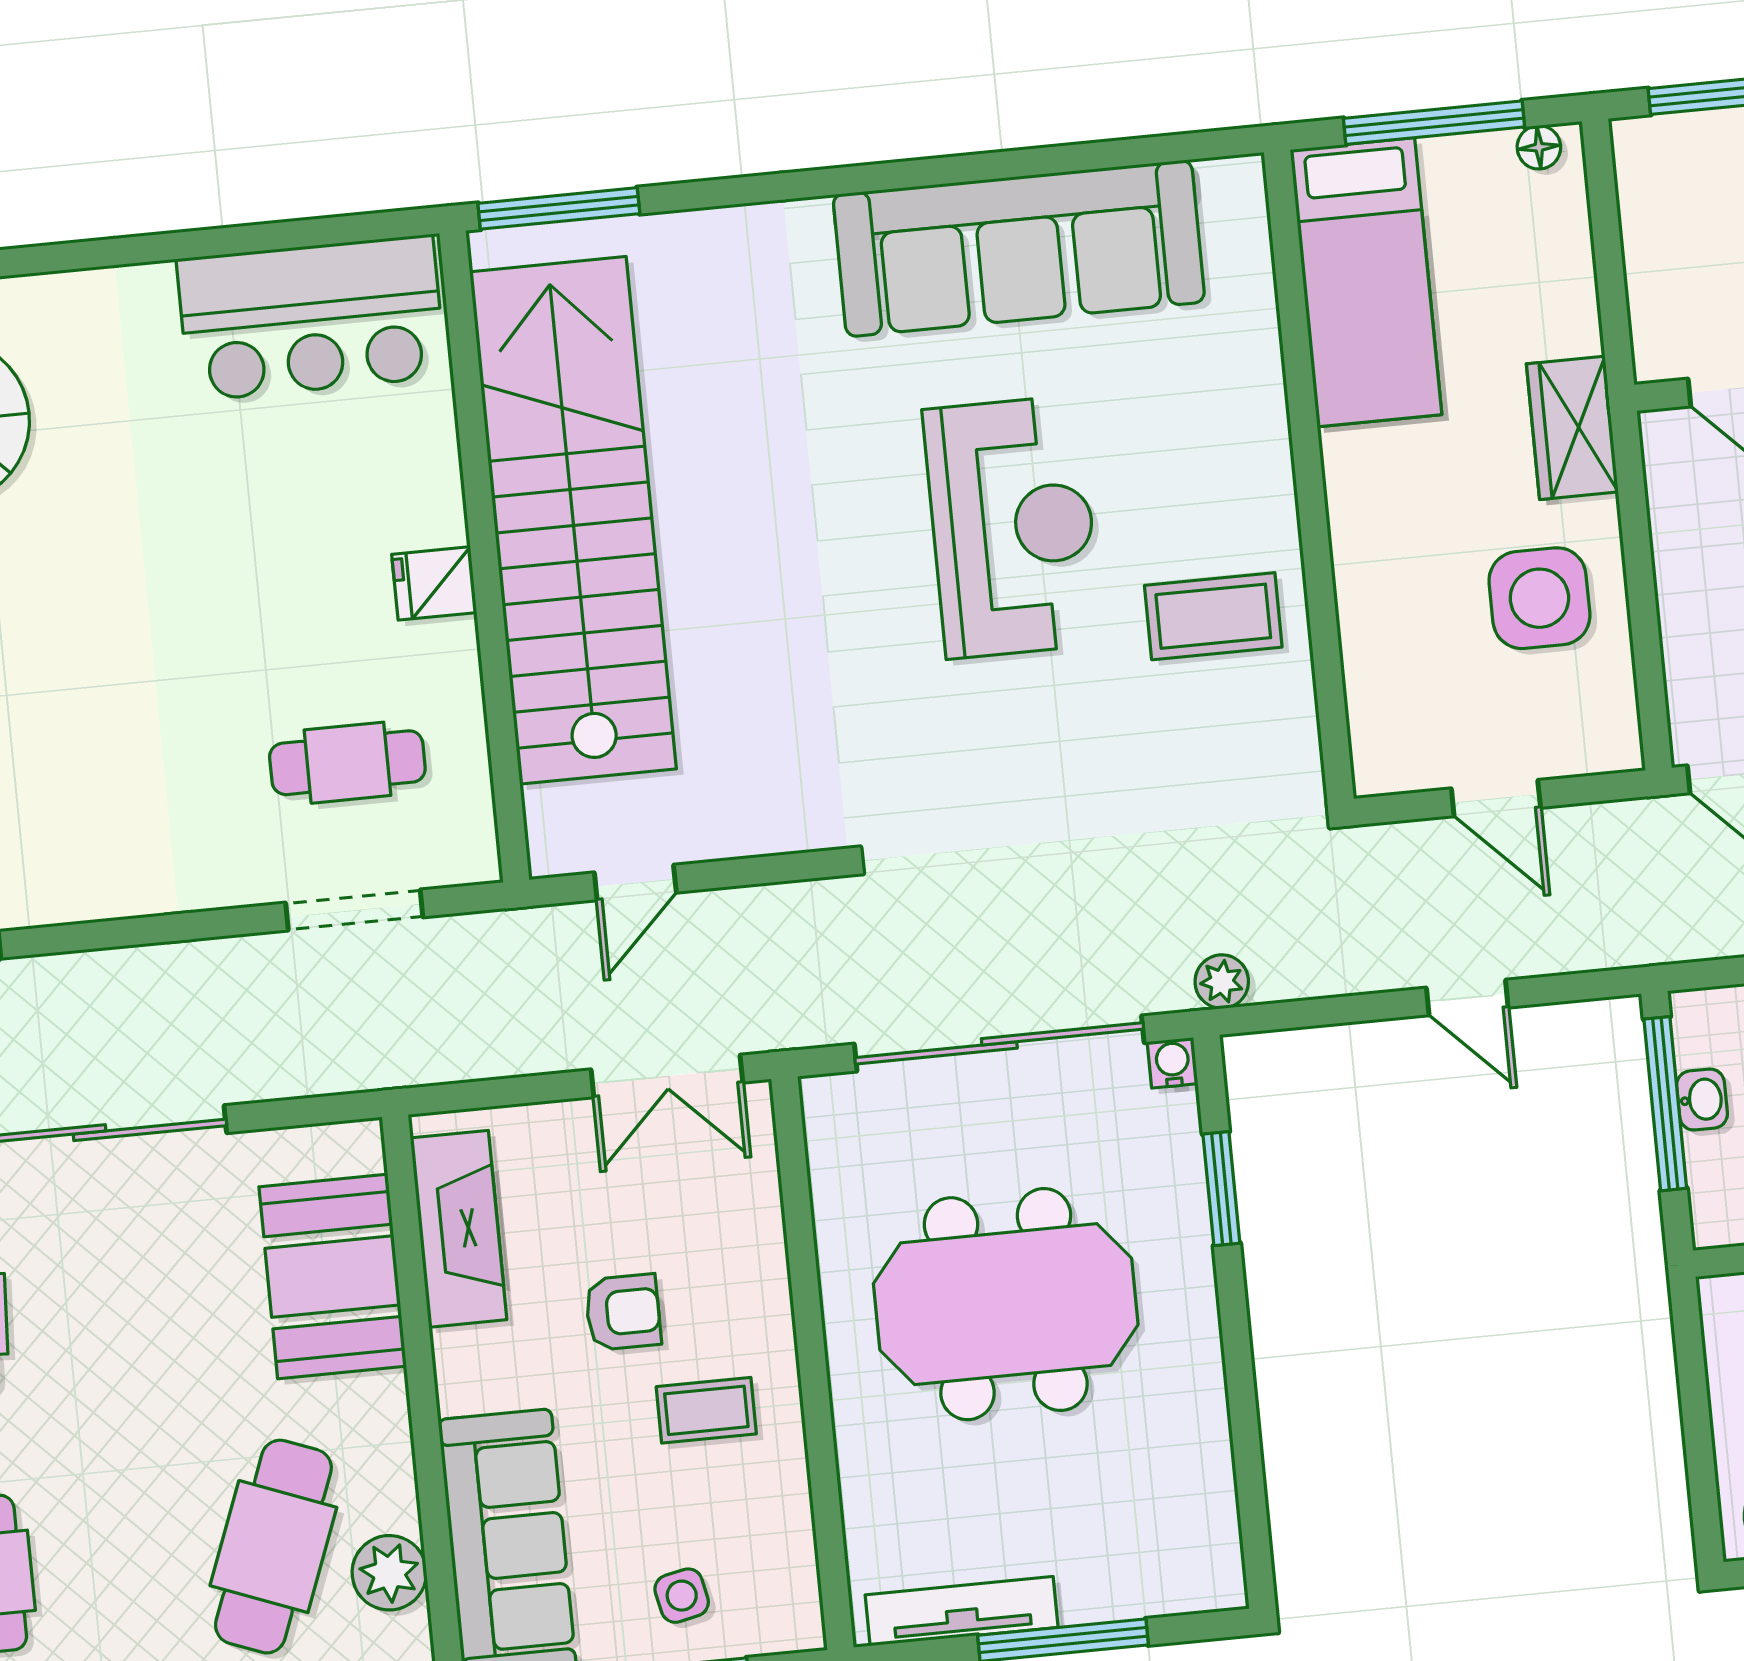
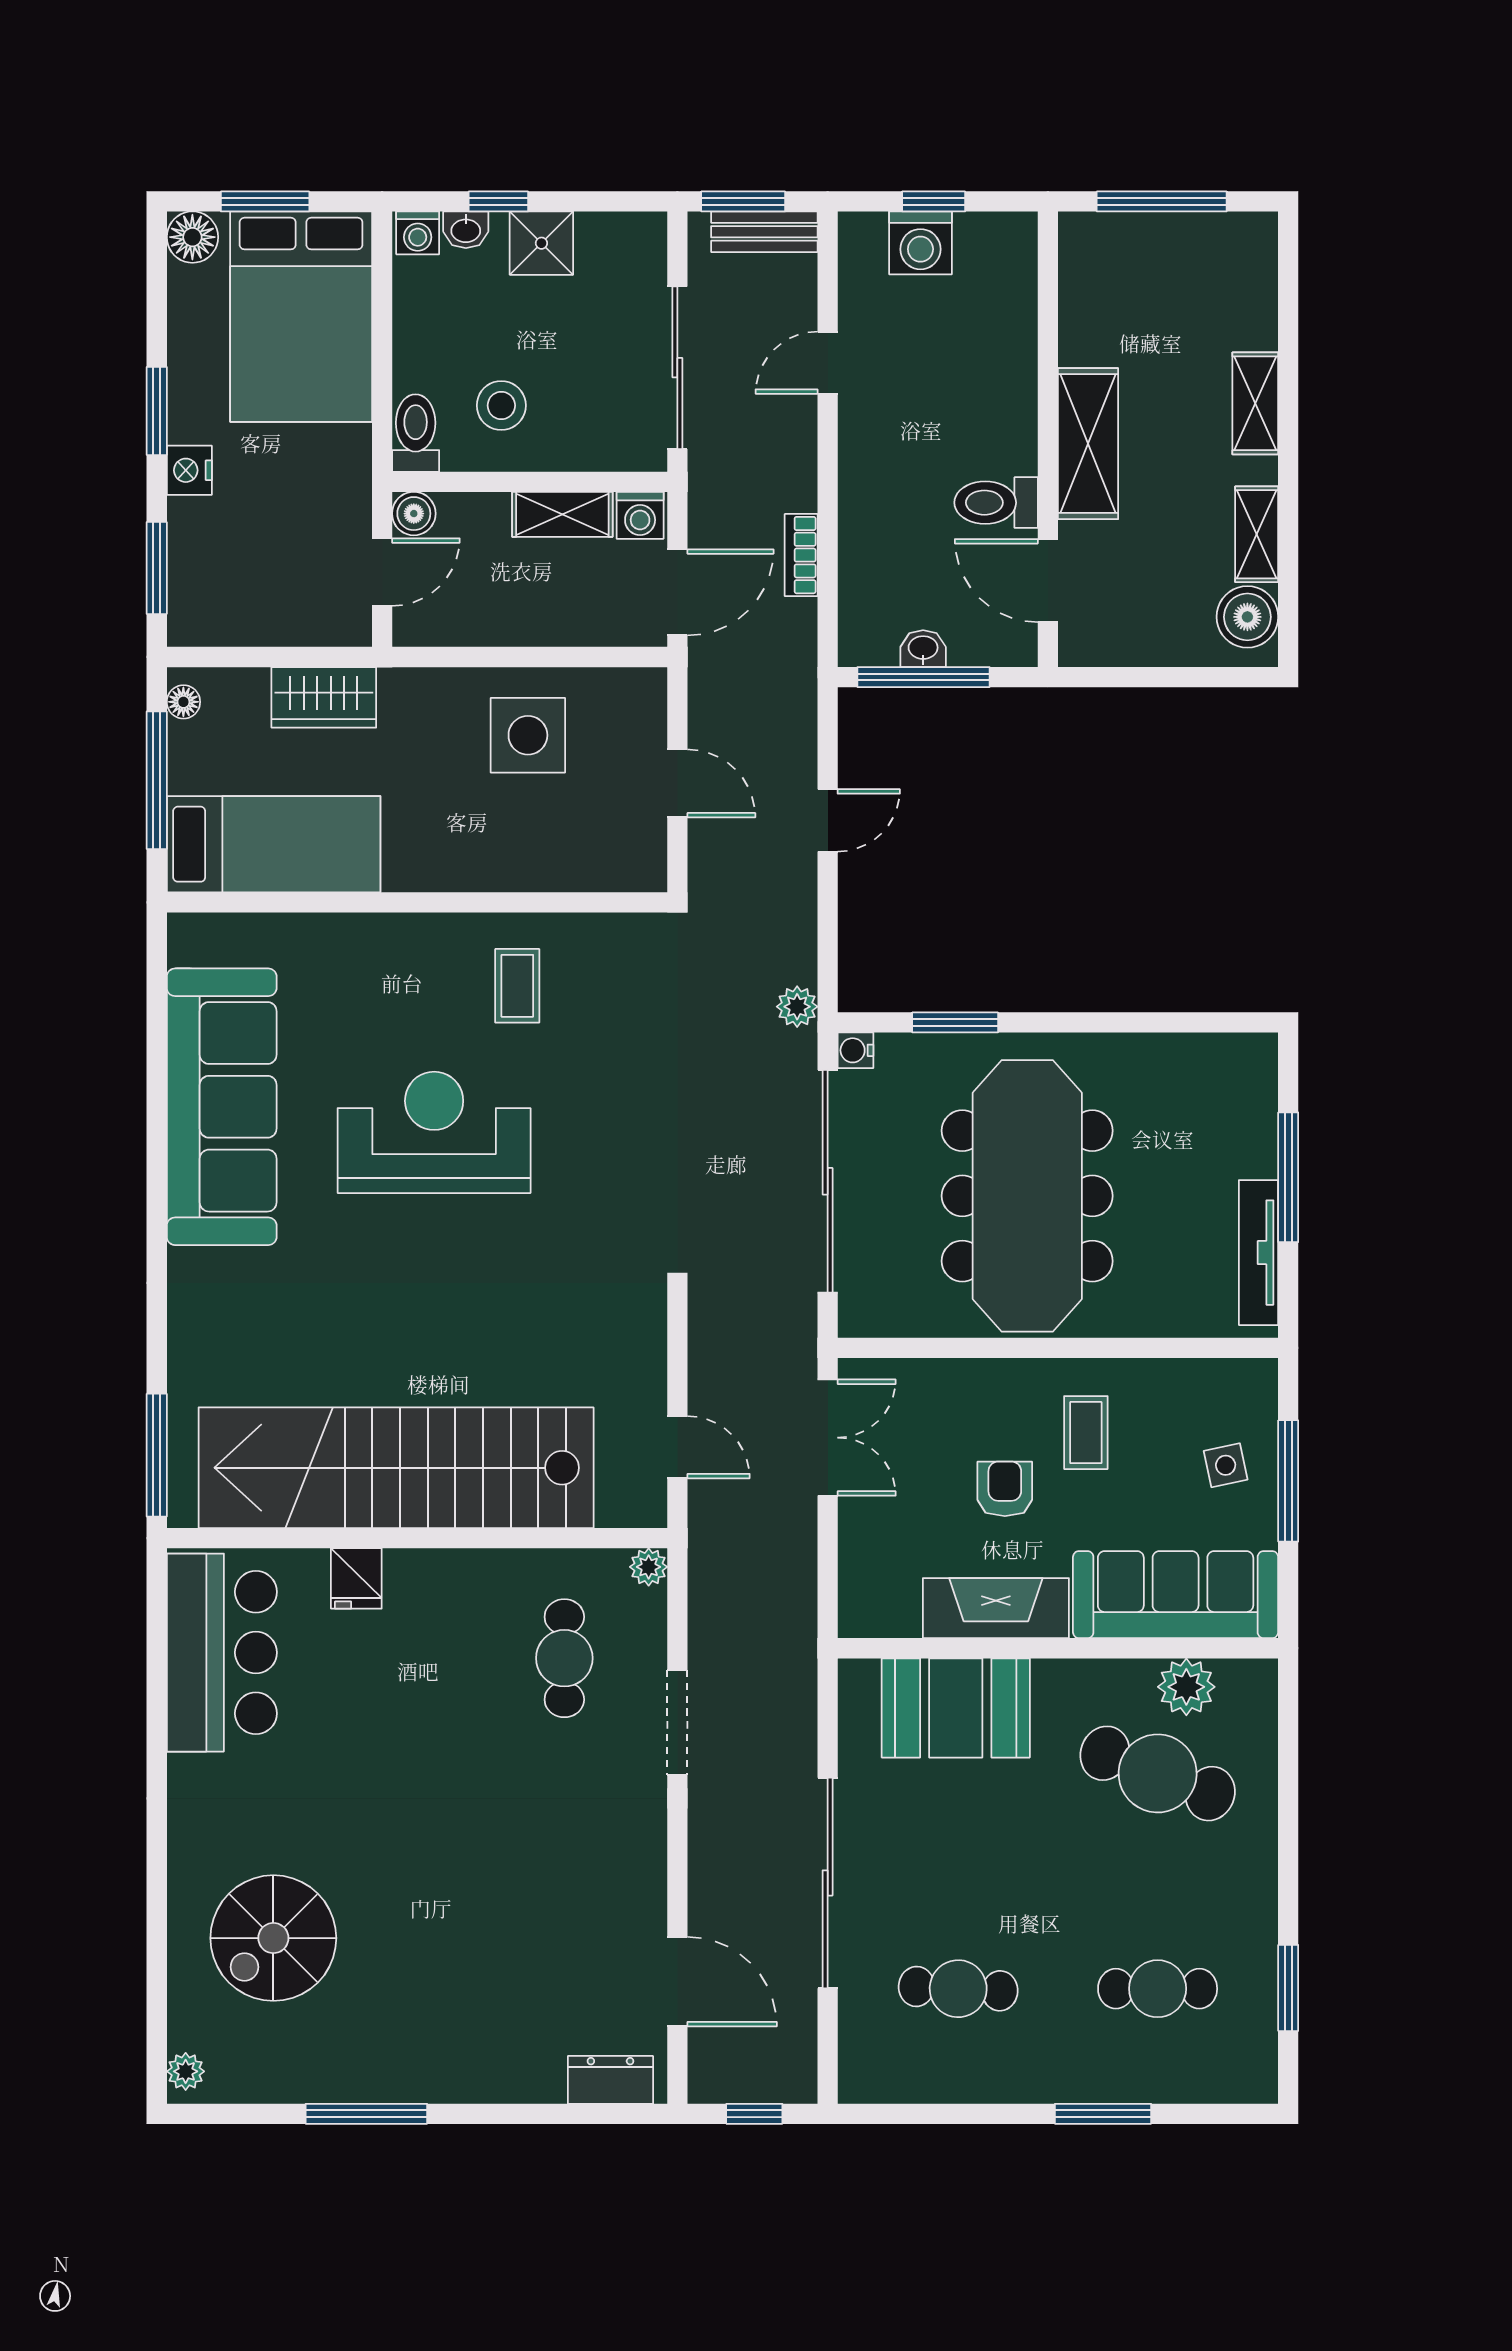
wardrobe: (1572, 428) -> (324, 697), moved
fridge: (434, 583) -> (356, 1578), moved
coffee table: (1213, 616) -> (517, 986), width x0.73, depth x0.77
door: (1496, 798) -> (677, 783), hinge flipped
plant: (476, 860) -> (649, 1567), added
doorway: (354, 910) -> (677, 1722), moved
fireplace: (459, 1229) -> (996, 1608), moved
meeting table: (1006, 1304) -> (1027, 1196), width x1.36

